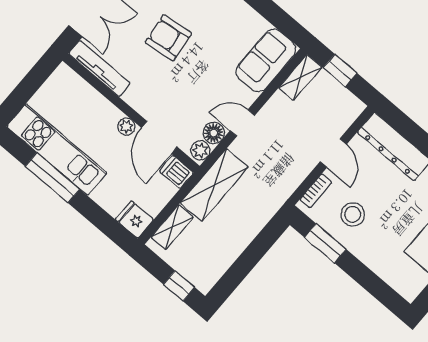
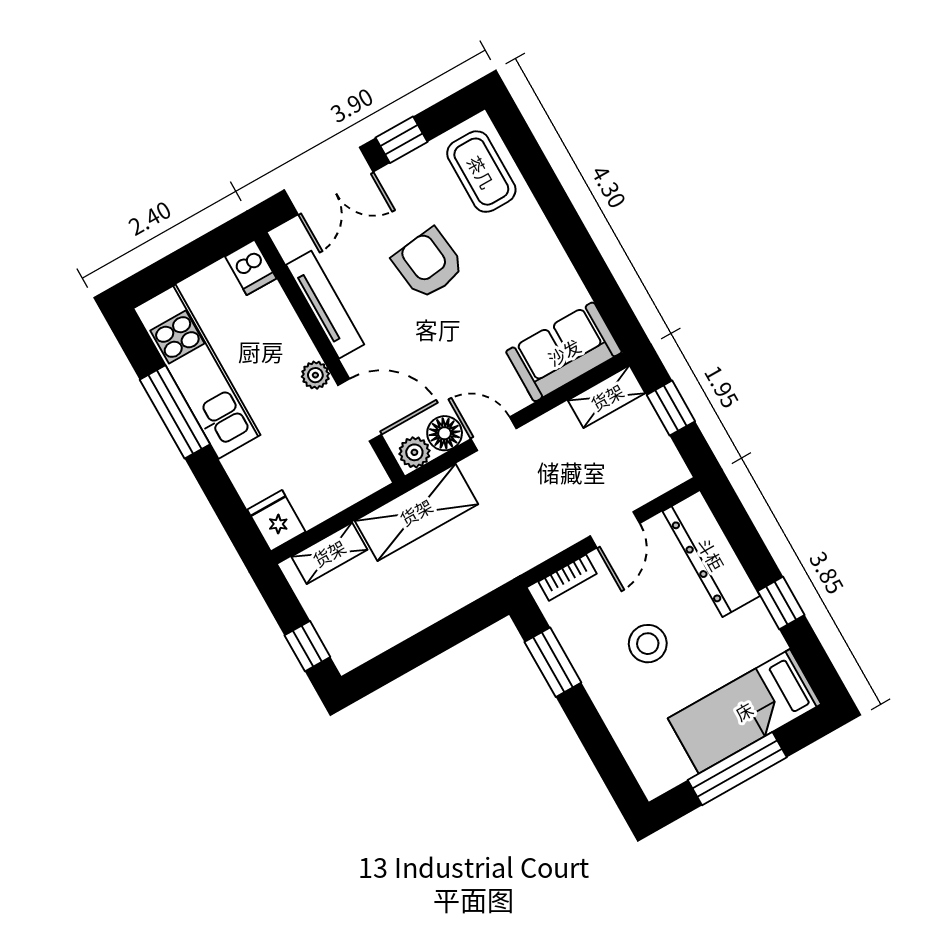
tv unit: (99, 68) -> (325, 305), moved
door: (159, 137) -> (360, 410), swing flipped
dishwasher: (176, 172) -> (251, 267), moved, turned 180
stool: (353, 214) -> (648, 644), moved

